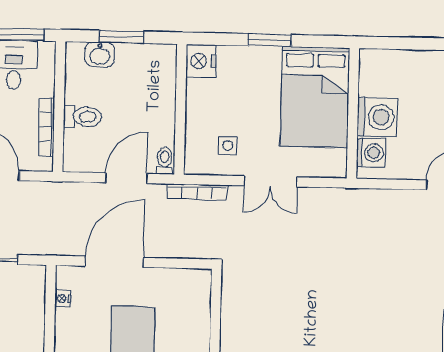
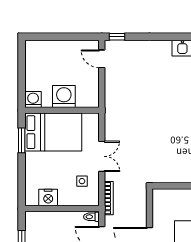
window: (270, 40) -> (22, 140), moved
nightstand: (201, 61) -> (48, 197), moved
washing machine: (371, 153) -> (33, 100), moved

